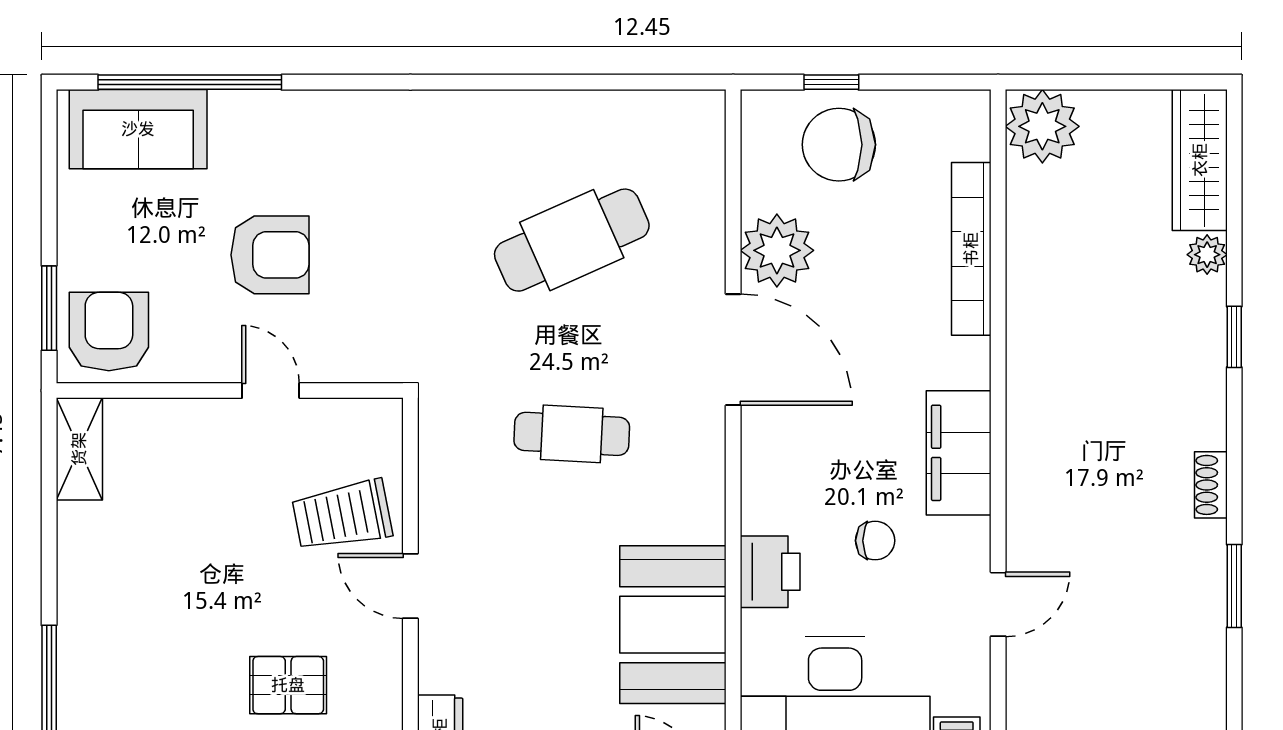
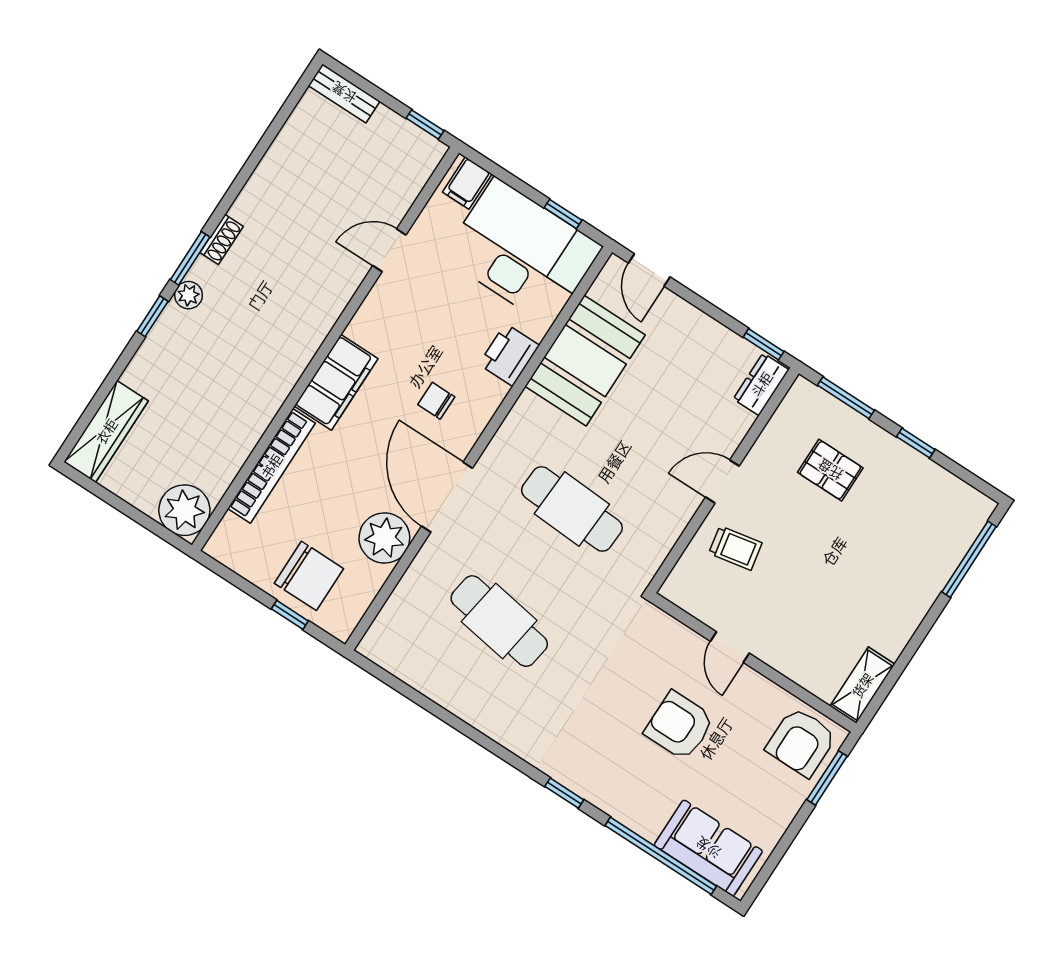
window: (357, 82) -> (564, 793), added
cafe table: (572, 240) -> (499, 621), turned 33
plant: (1207, 255) -> (189, 295), moved
cafe table: (572, 434) -> (572, 509), width x1.37, depth x1.35
filing cabinet: (959, 453) -> (336, 382), moved
trolley: (342, 515) -> (735, 548), width x0.73, depth x0.72
chair: (875, 541) -> (436, 401), moved
door: (410, 586) -> (722, 482), swing flipped
window: (1234, 586) -> (190, 258), moved

